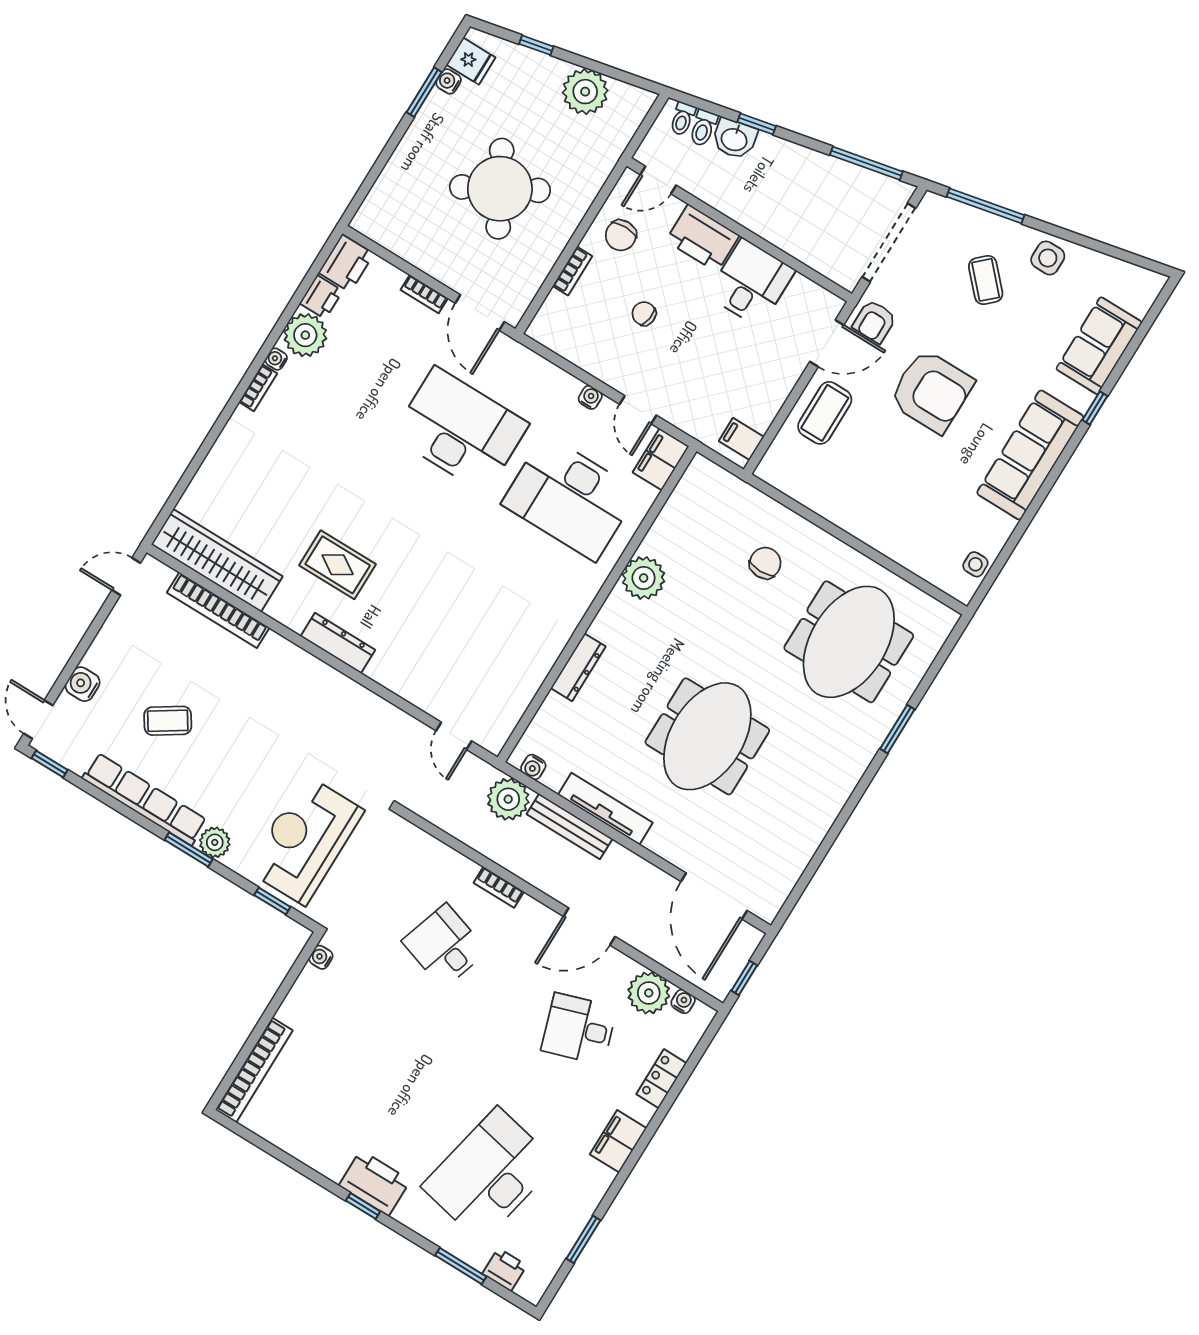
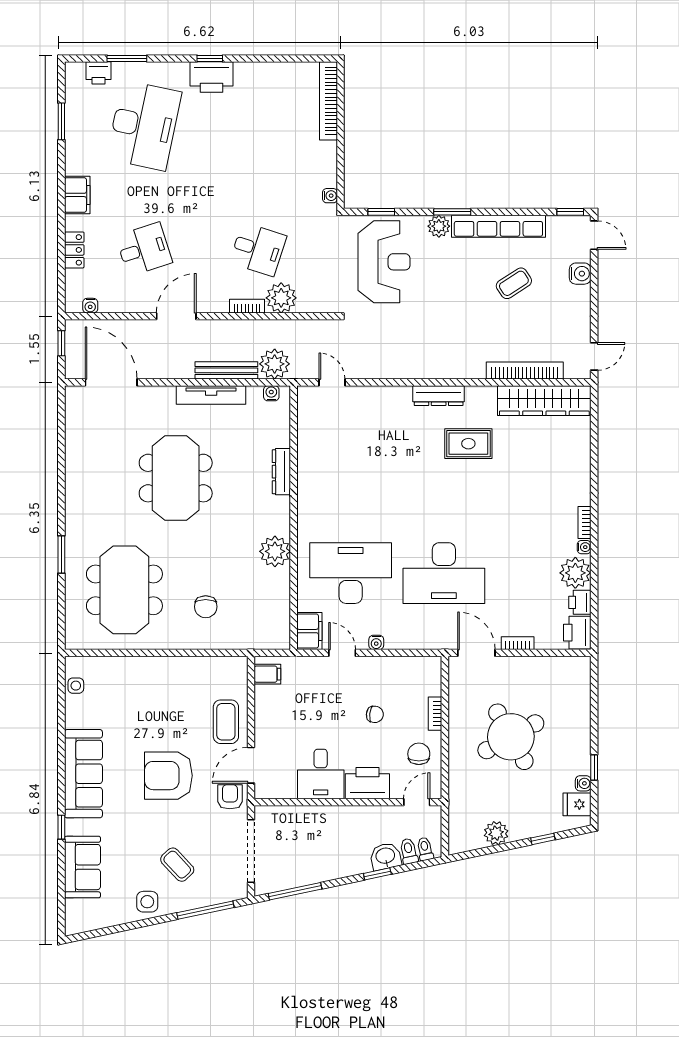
window: (424, 92) -> (594, 768), width x0.67
plant: (585, 92) -> (496, 833), width x0.73, depth x0.73
plant: (649, 993) -> (281, 298), moved

